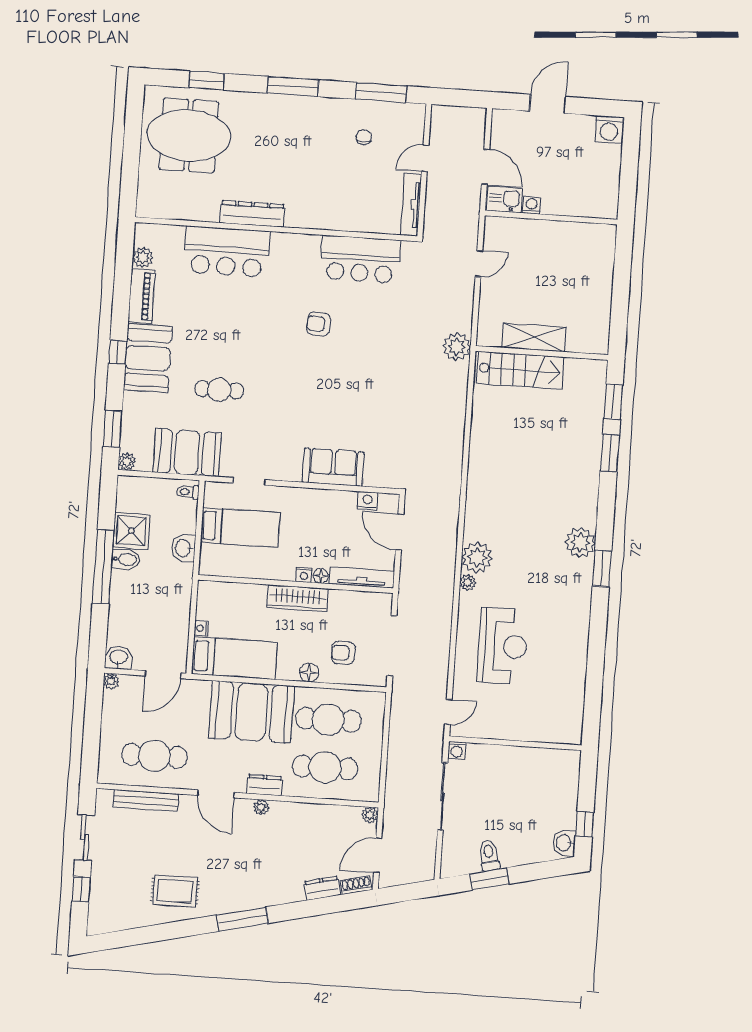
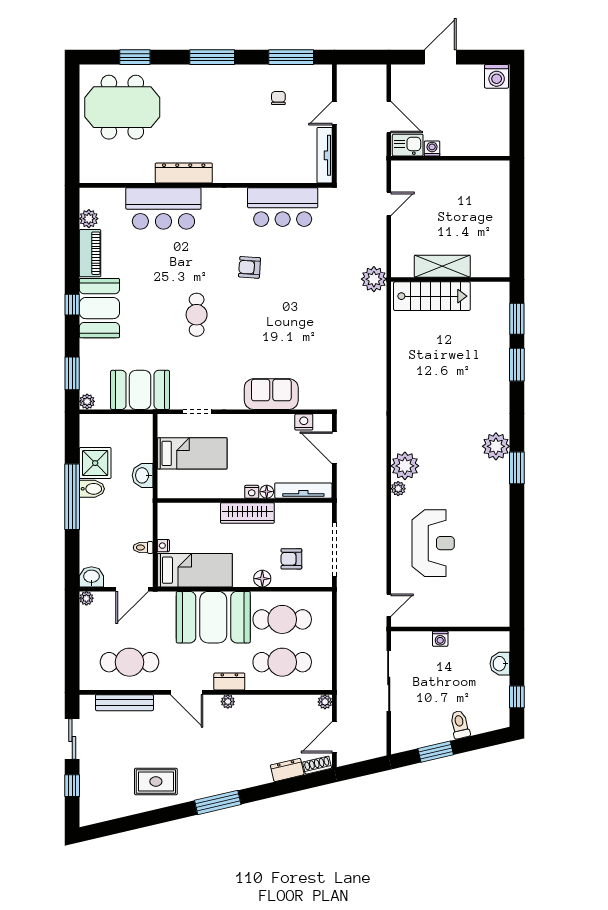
cafe table: (219, 390) -> (197, 315), moved, turned 90
toilet: (188, 492) -> (143, 548), moved
washing machine: (457, 750) -> (440, 639), moved
washbasin: (564, 843) -> (500, 664), moved
toilet: (489, 855) -> (460, 725), moved

